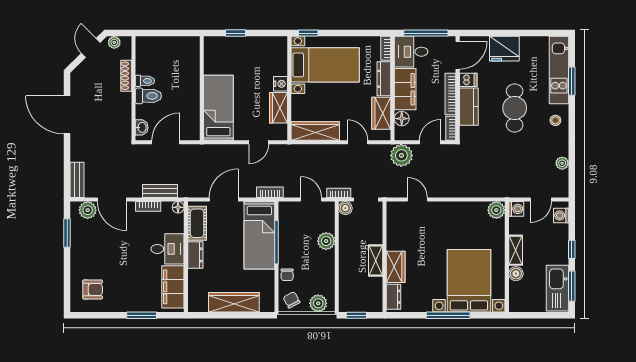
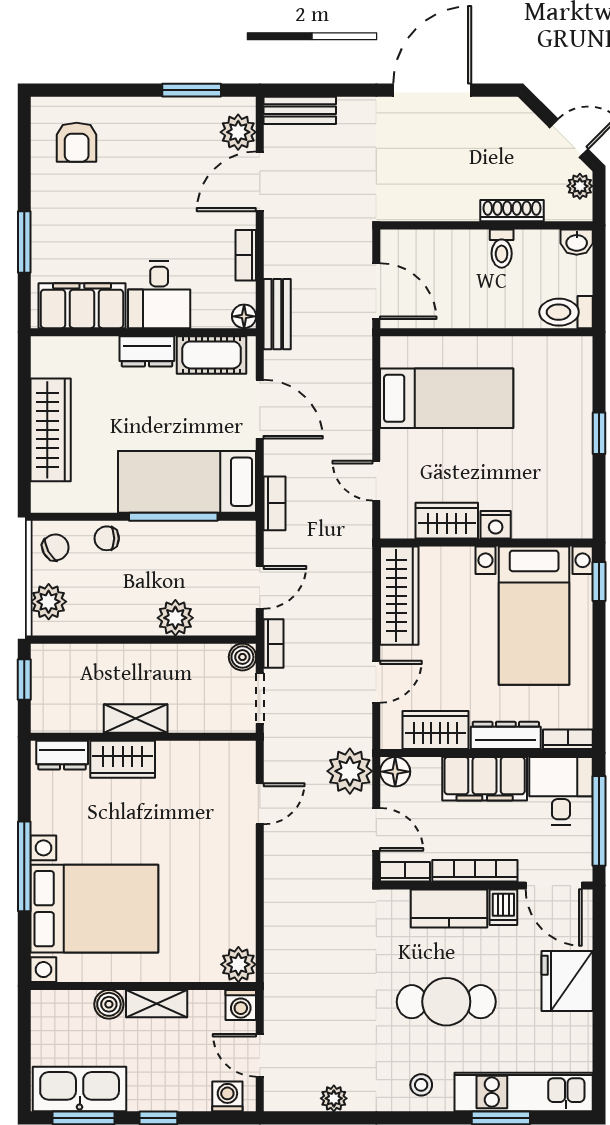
wall: (202, 88) -> (486, 332), moved
toilet: (148, 96) -> (566, 312), moved, turned 90
floor lamp: (402, 119) -> (395, 772), moved
washbasin: (142, 127) -> (577, 242), moved
bench: (160, 191) -> (277, 314), moved

